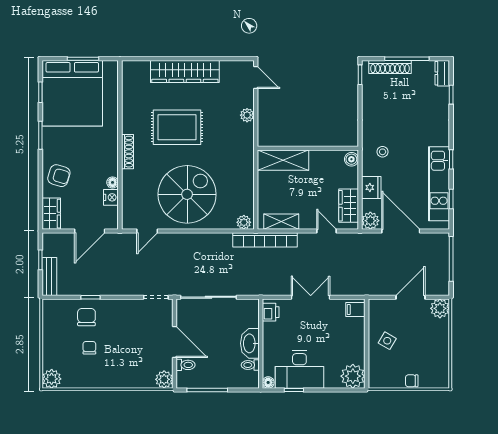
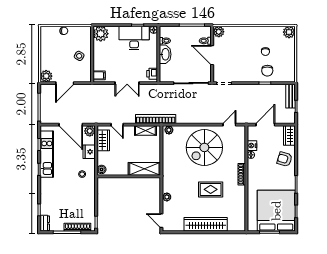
rug: (177, 127) -> (211, 189), width x0.73, depth x0.70

